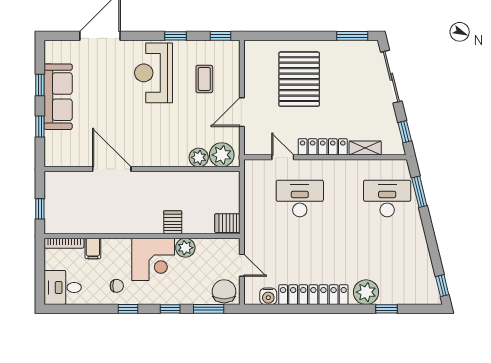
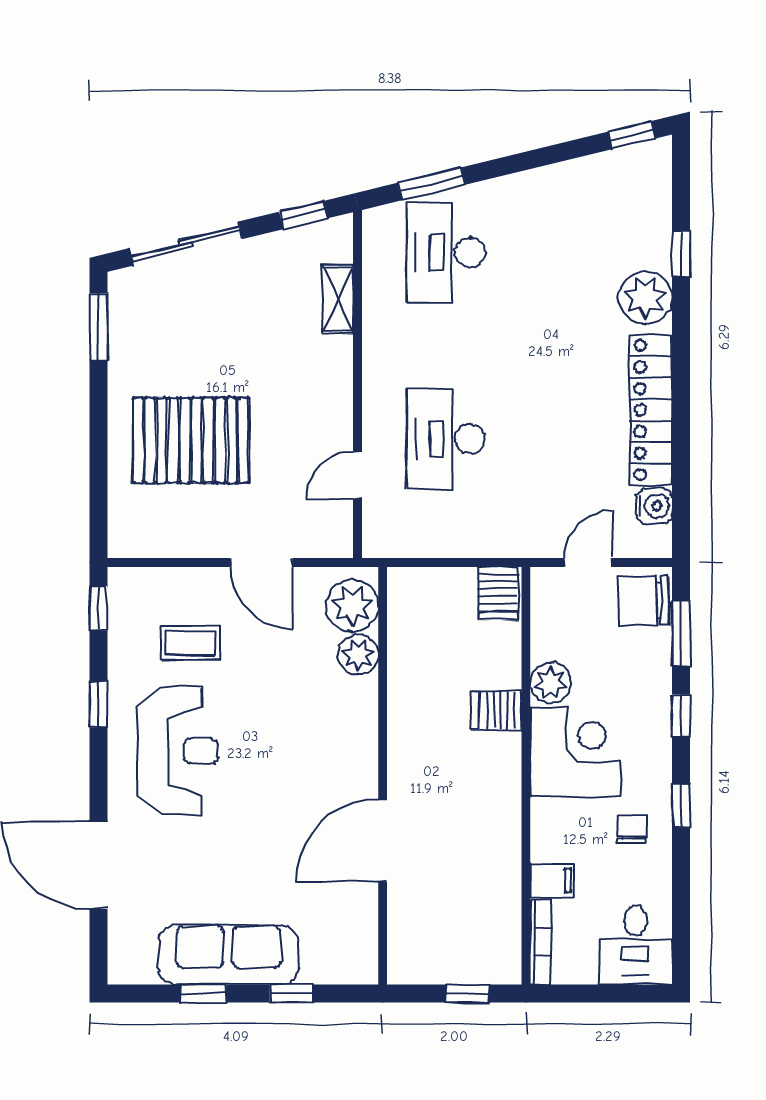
reception desk: (154, 73) -> (177, 751), turned -90
locker: (323, 147) -> (335, 390), removed

